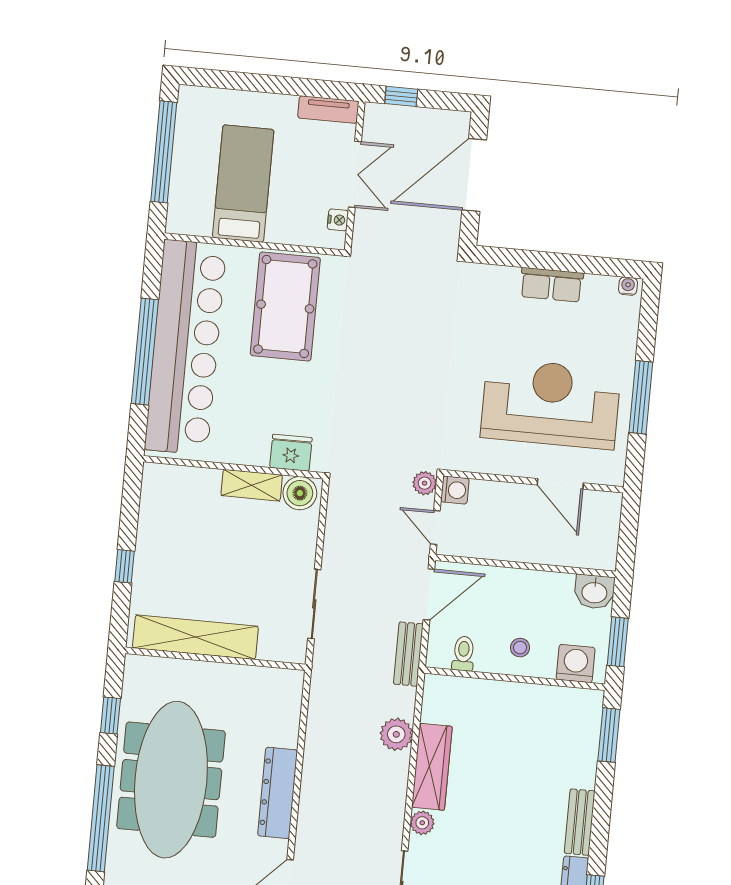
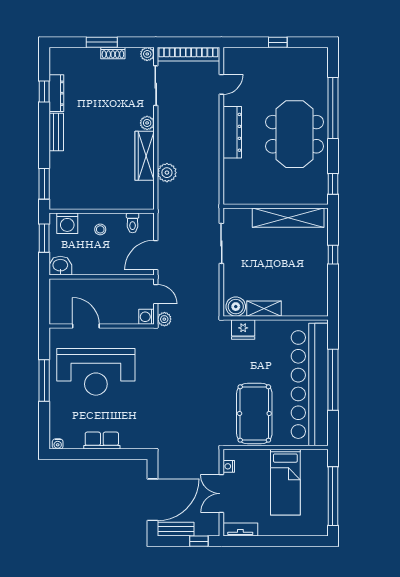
bench: (408, 654) -> (176, 529), moved, turned 90
window: (110, 716) -> (333, 184), moved
meeting table: (171, 780) -> (295, 134), width x0.73

